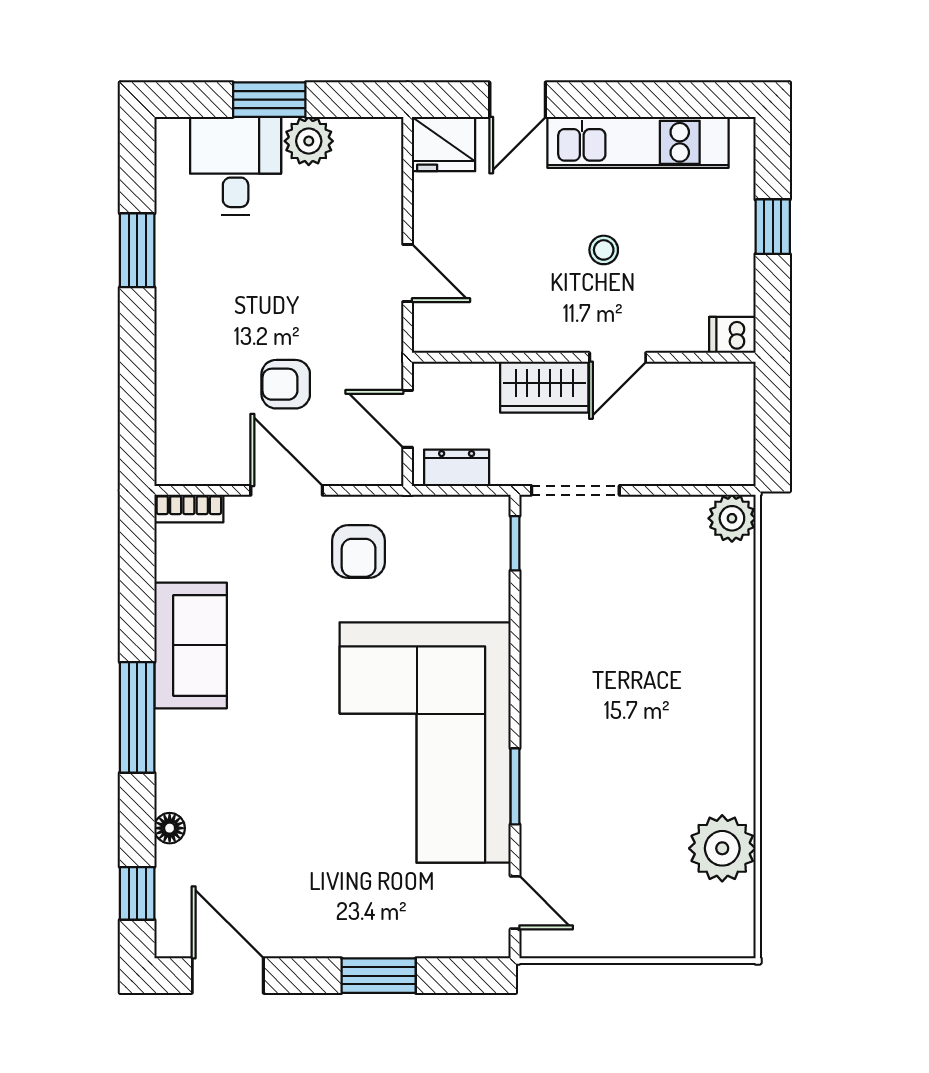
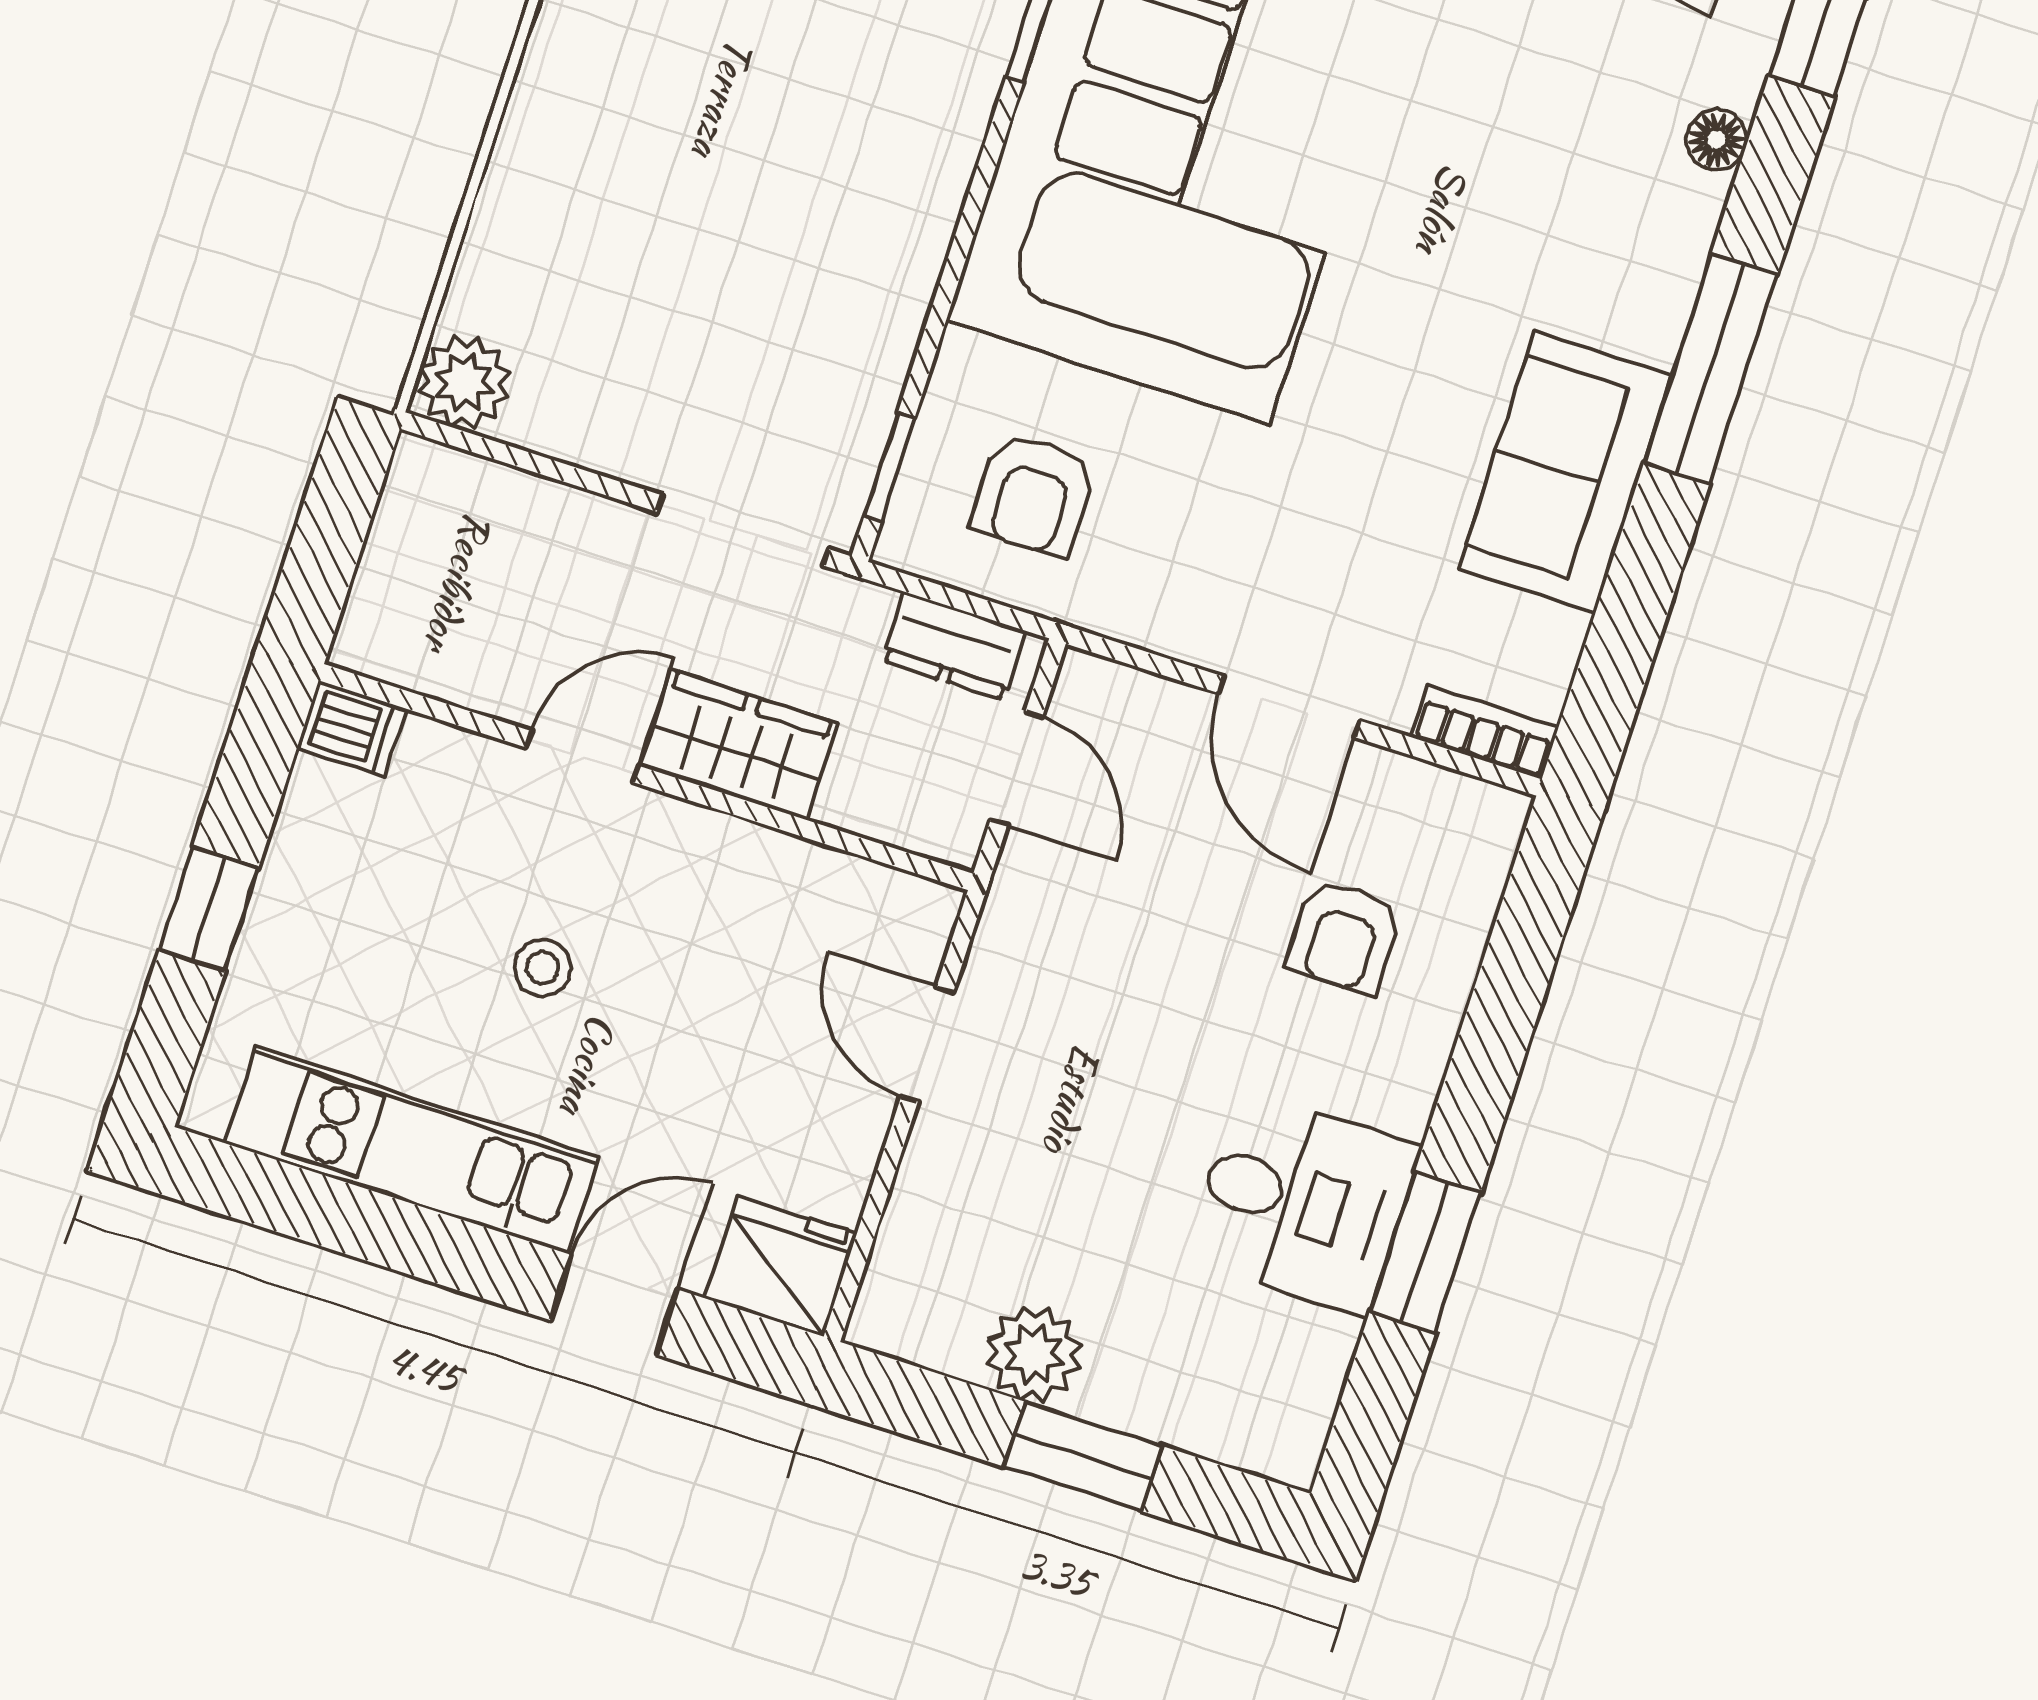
desk: (236, 166) -> (1303, 1203), moved, turned -90
armchair: (286, 384) -> (1344, 937), moved, turned 90
armchair: (359, 551) -> (1034, 494), moved, turned 180

